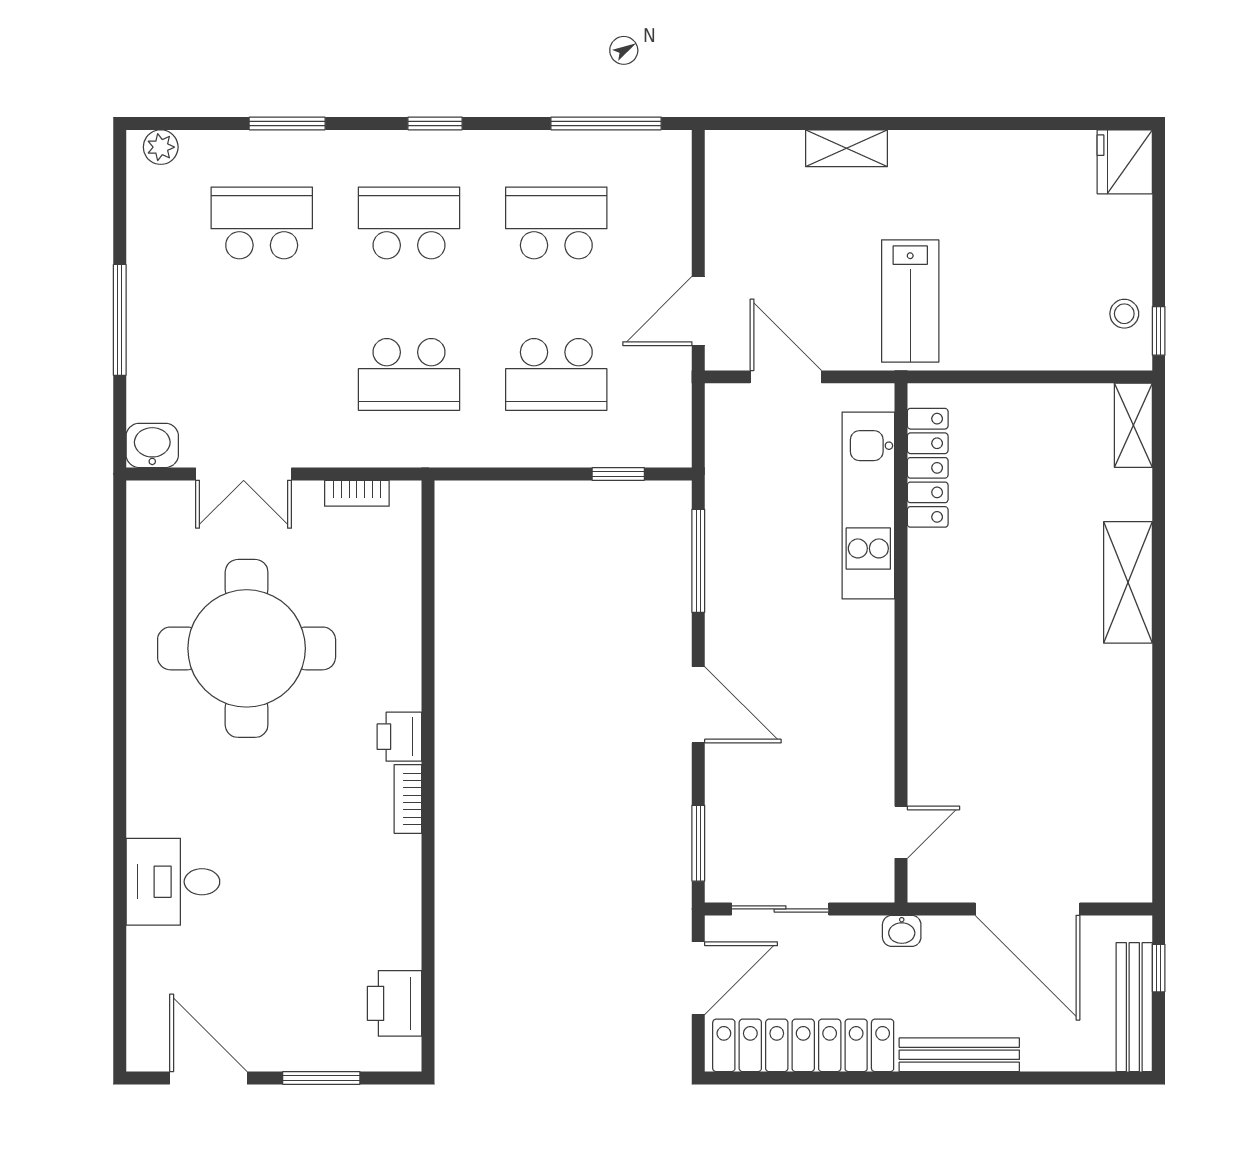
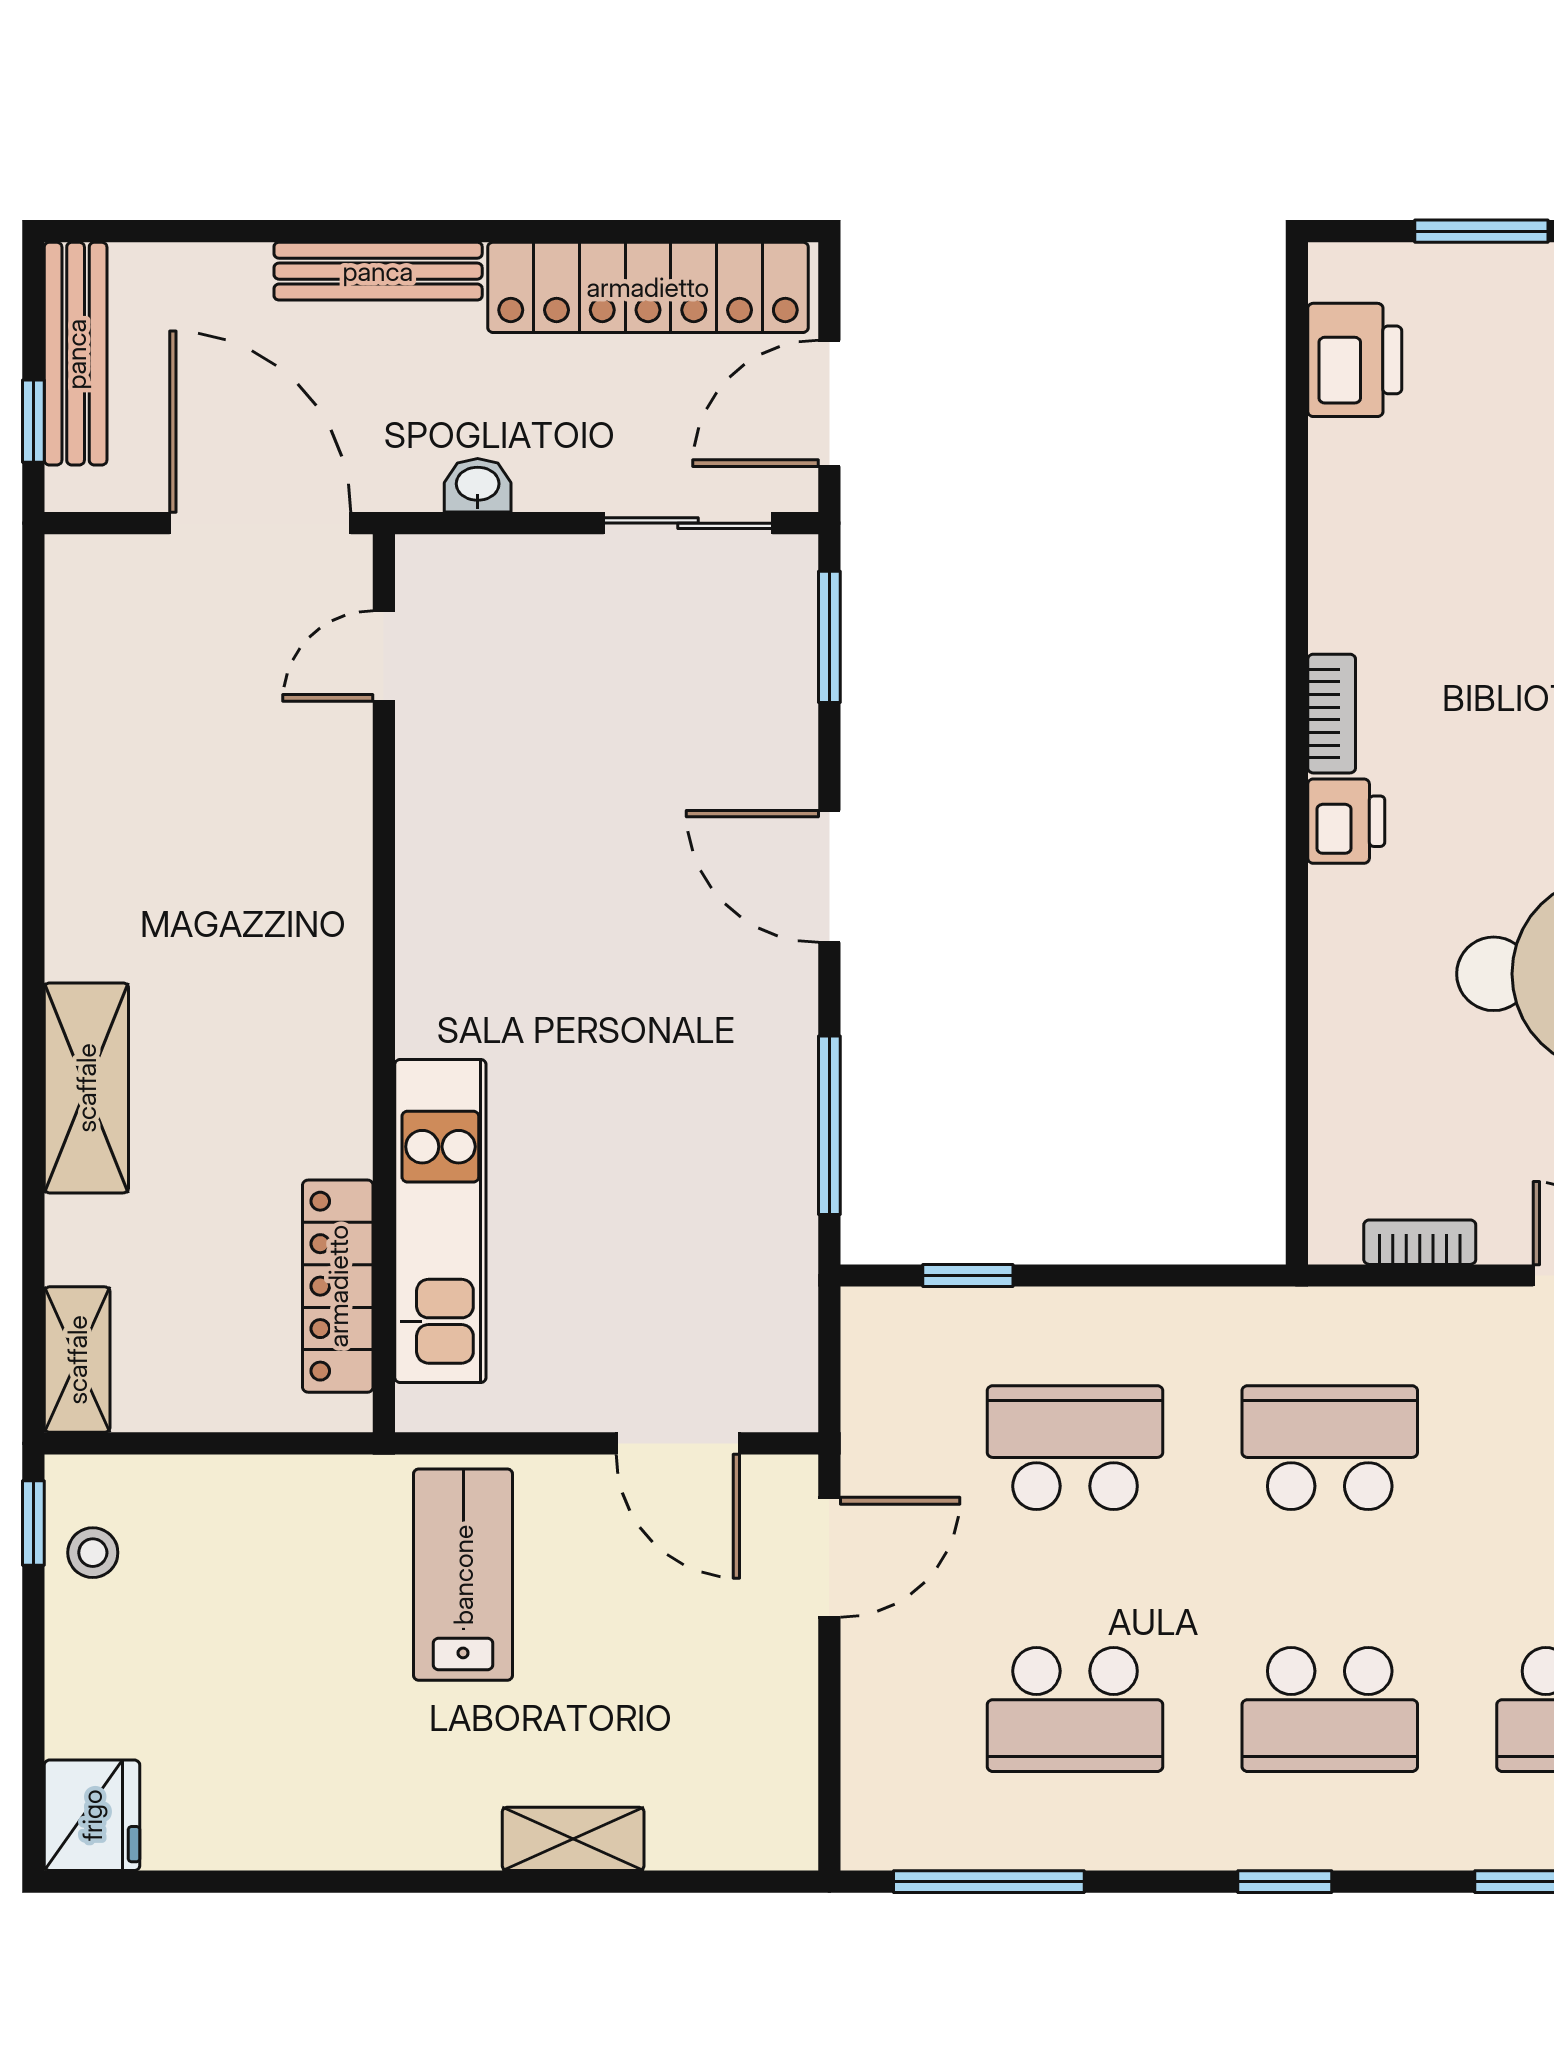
locker: (928, 468) -> (338, 1286), moved
kitchen unit: (868, 505) -> (440, 1221), moved
wall: (901, 643) -> (384, 983), moved
door: (901, 832) -> (384, 656), moved

